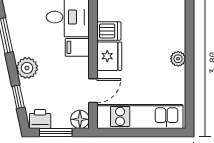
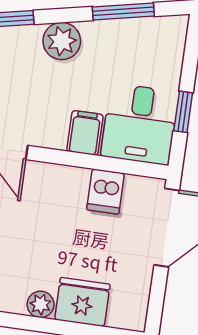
fridge: (109, 56) -> (82, 302), moved, turned 180

